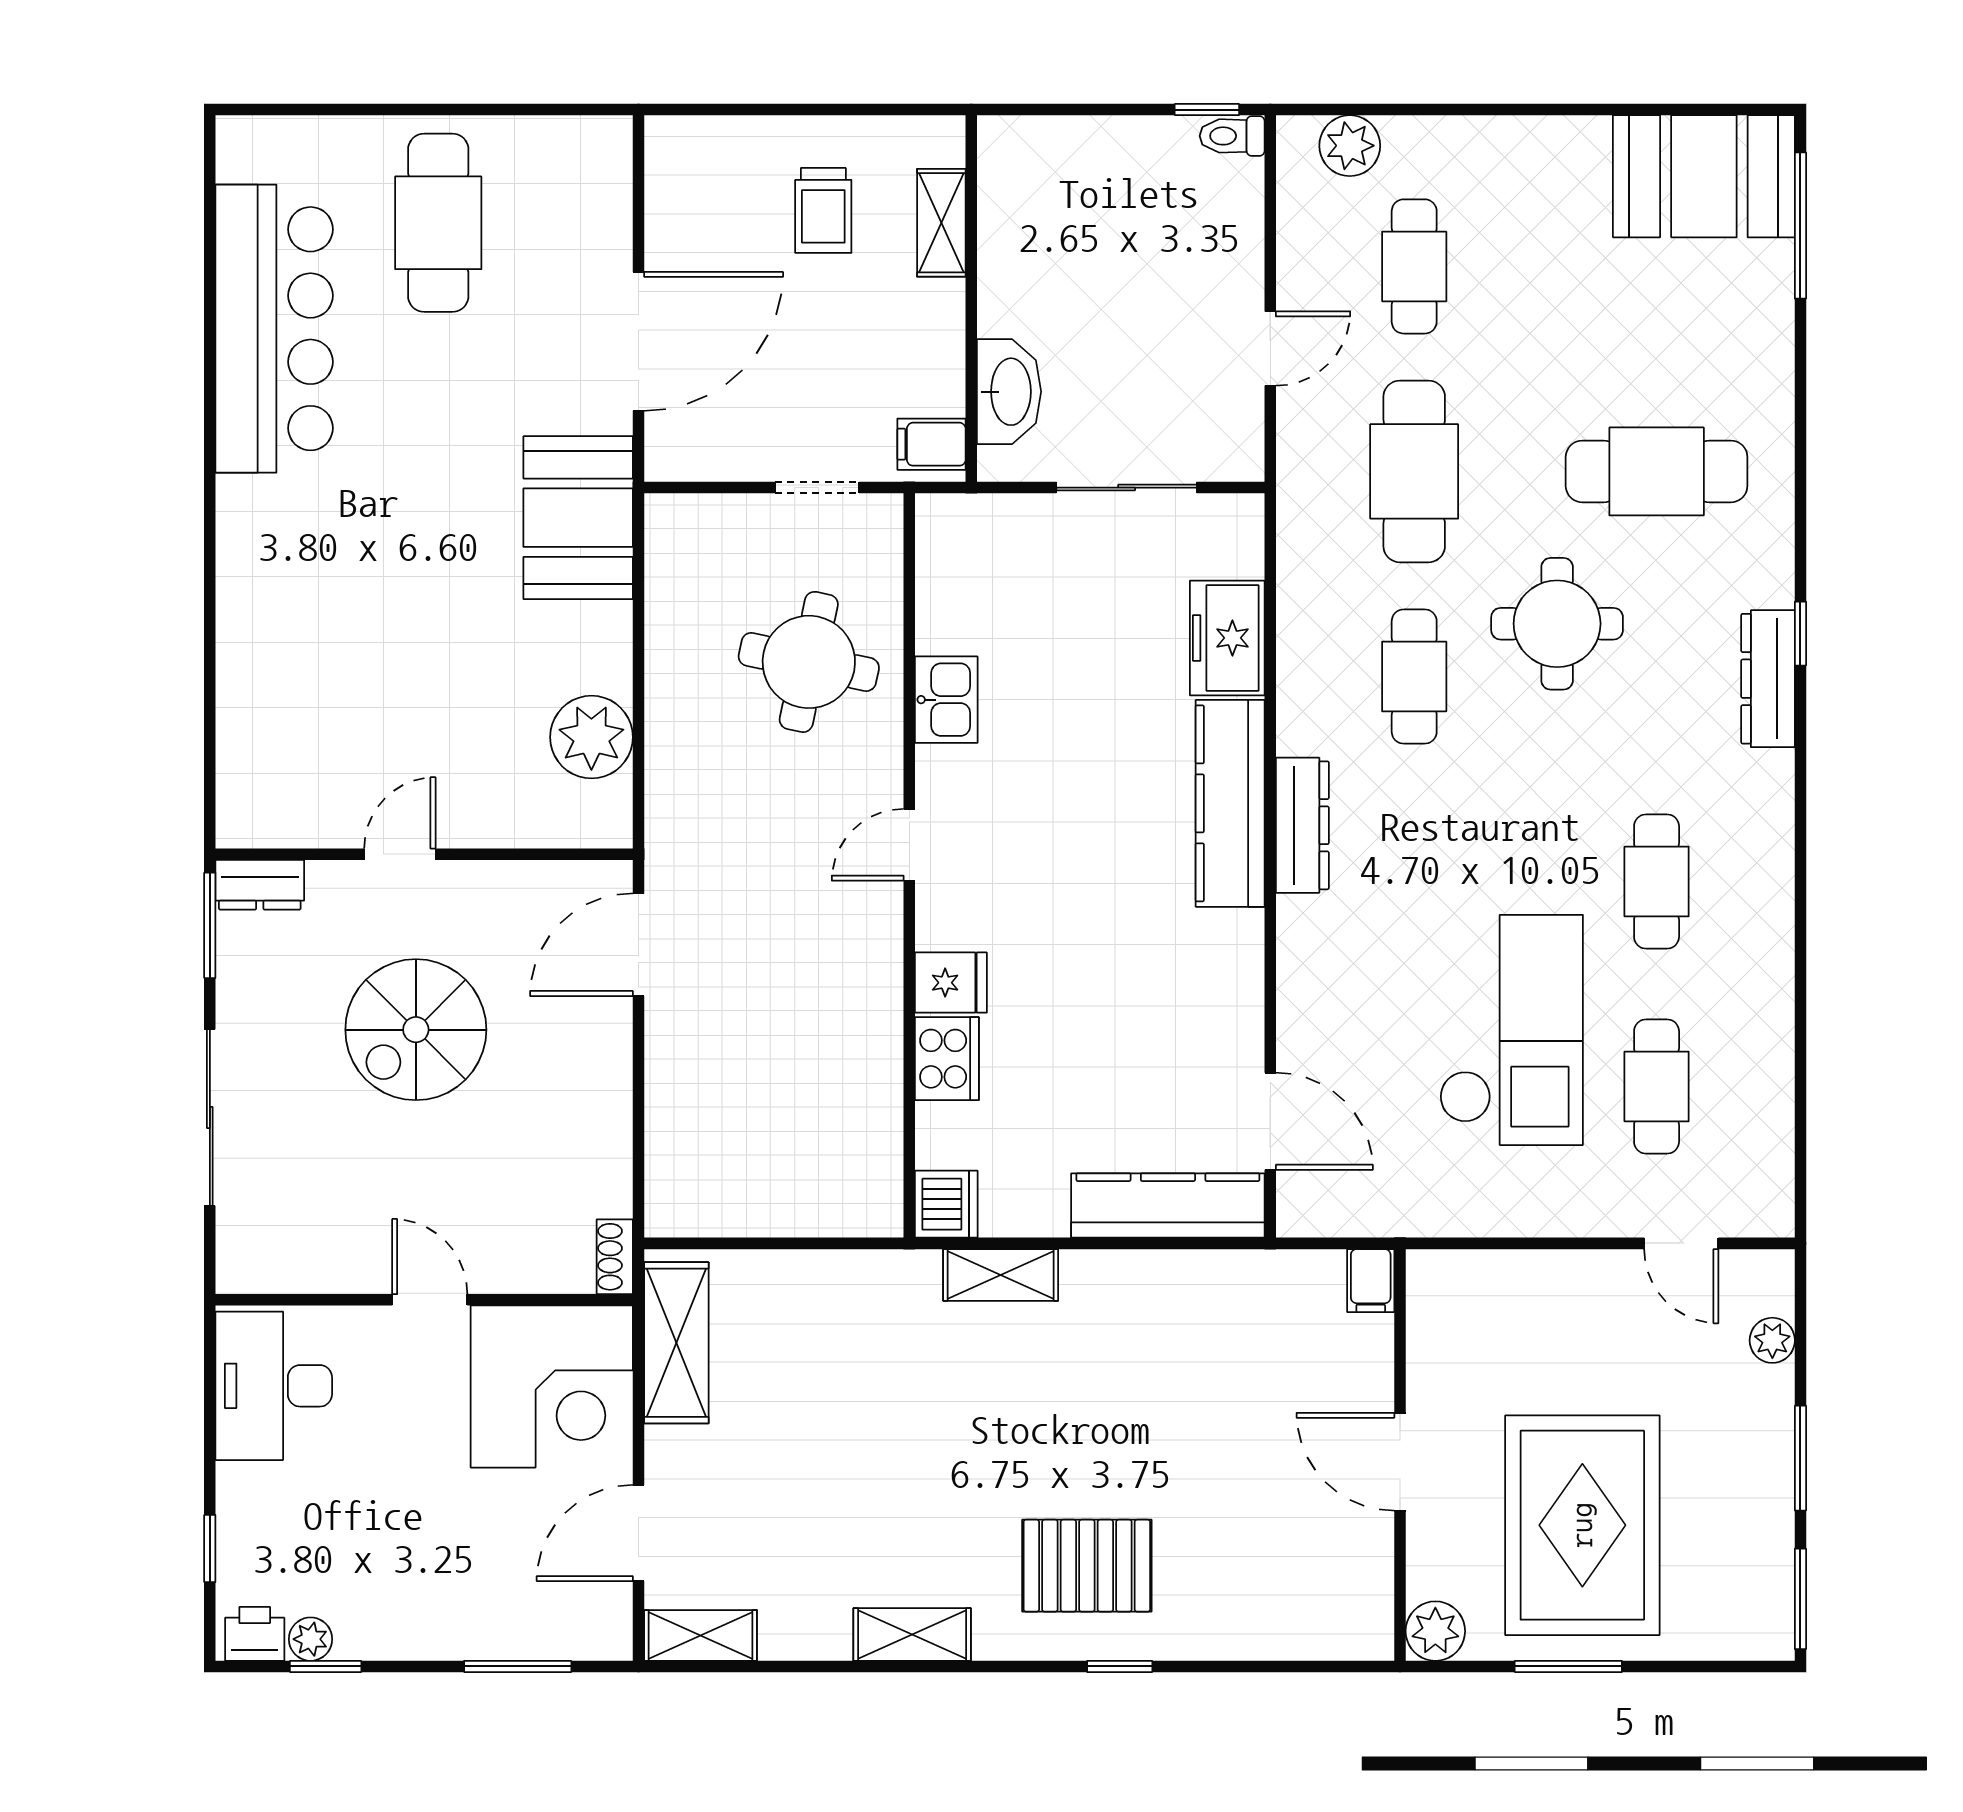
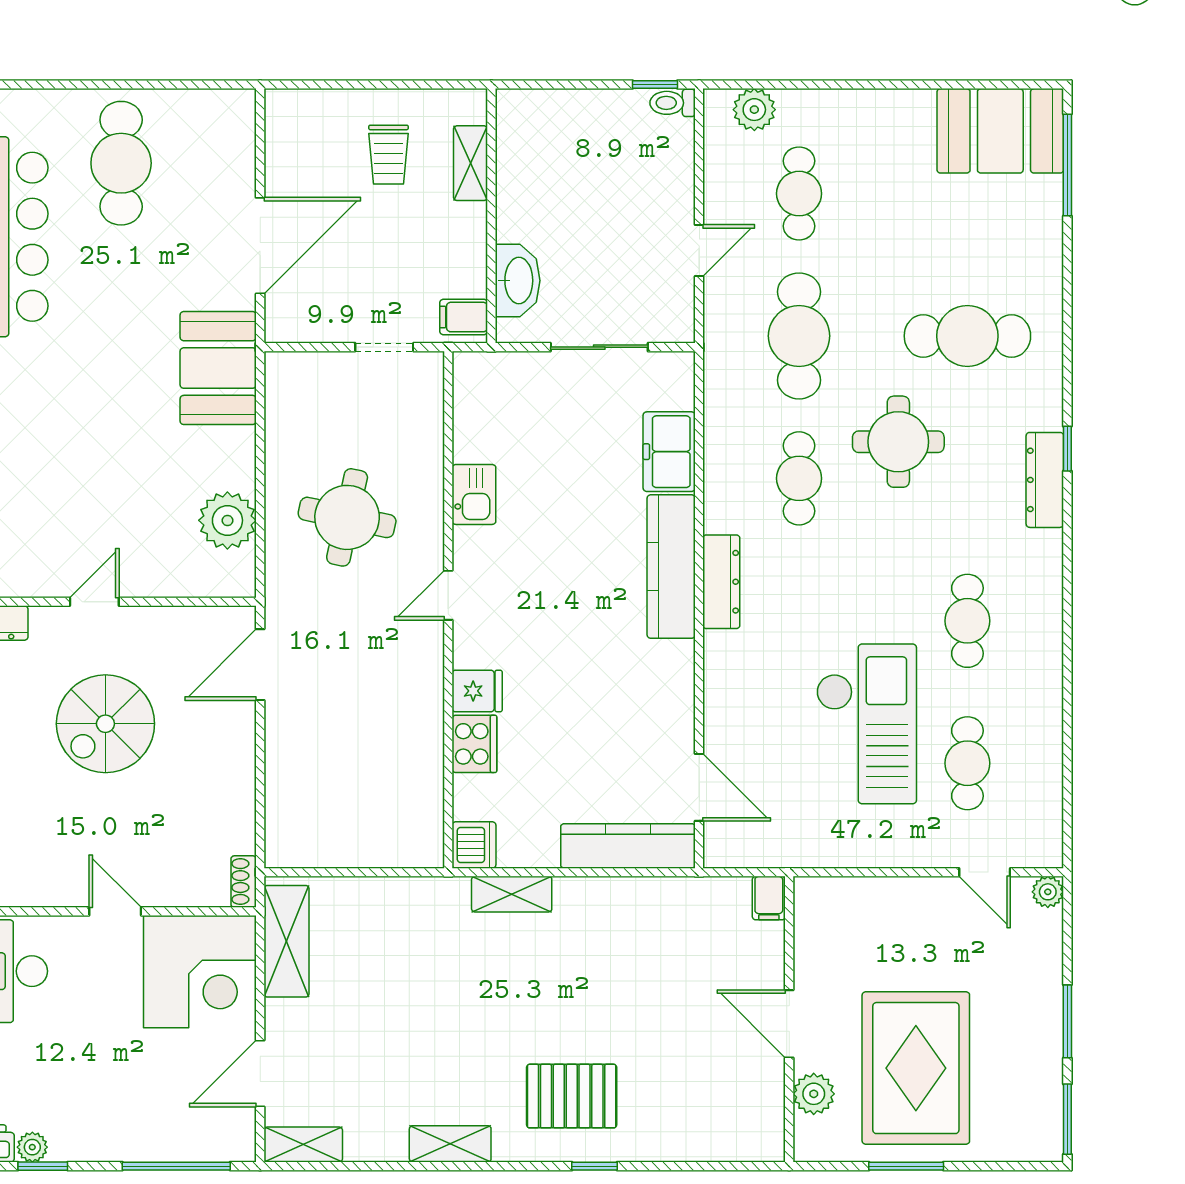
round table: (809, 662) -> (347, 517), moved
plant: (1772, 1340) -> (1048, 892), moved
plant: (1435, 1631) -> (814, 1094), moved
window: (518, 1666) -> (176, 1166), width x1.44

